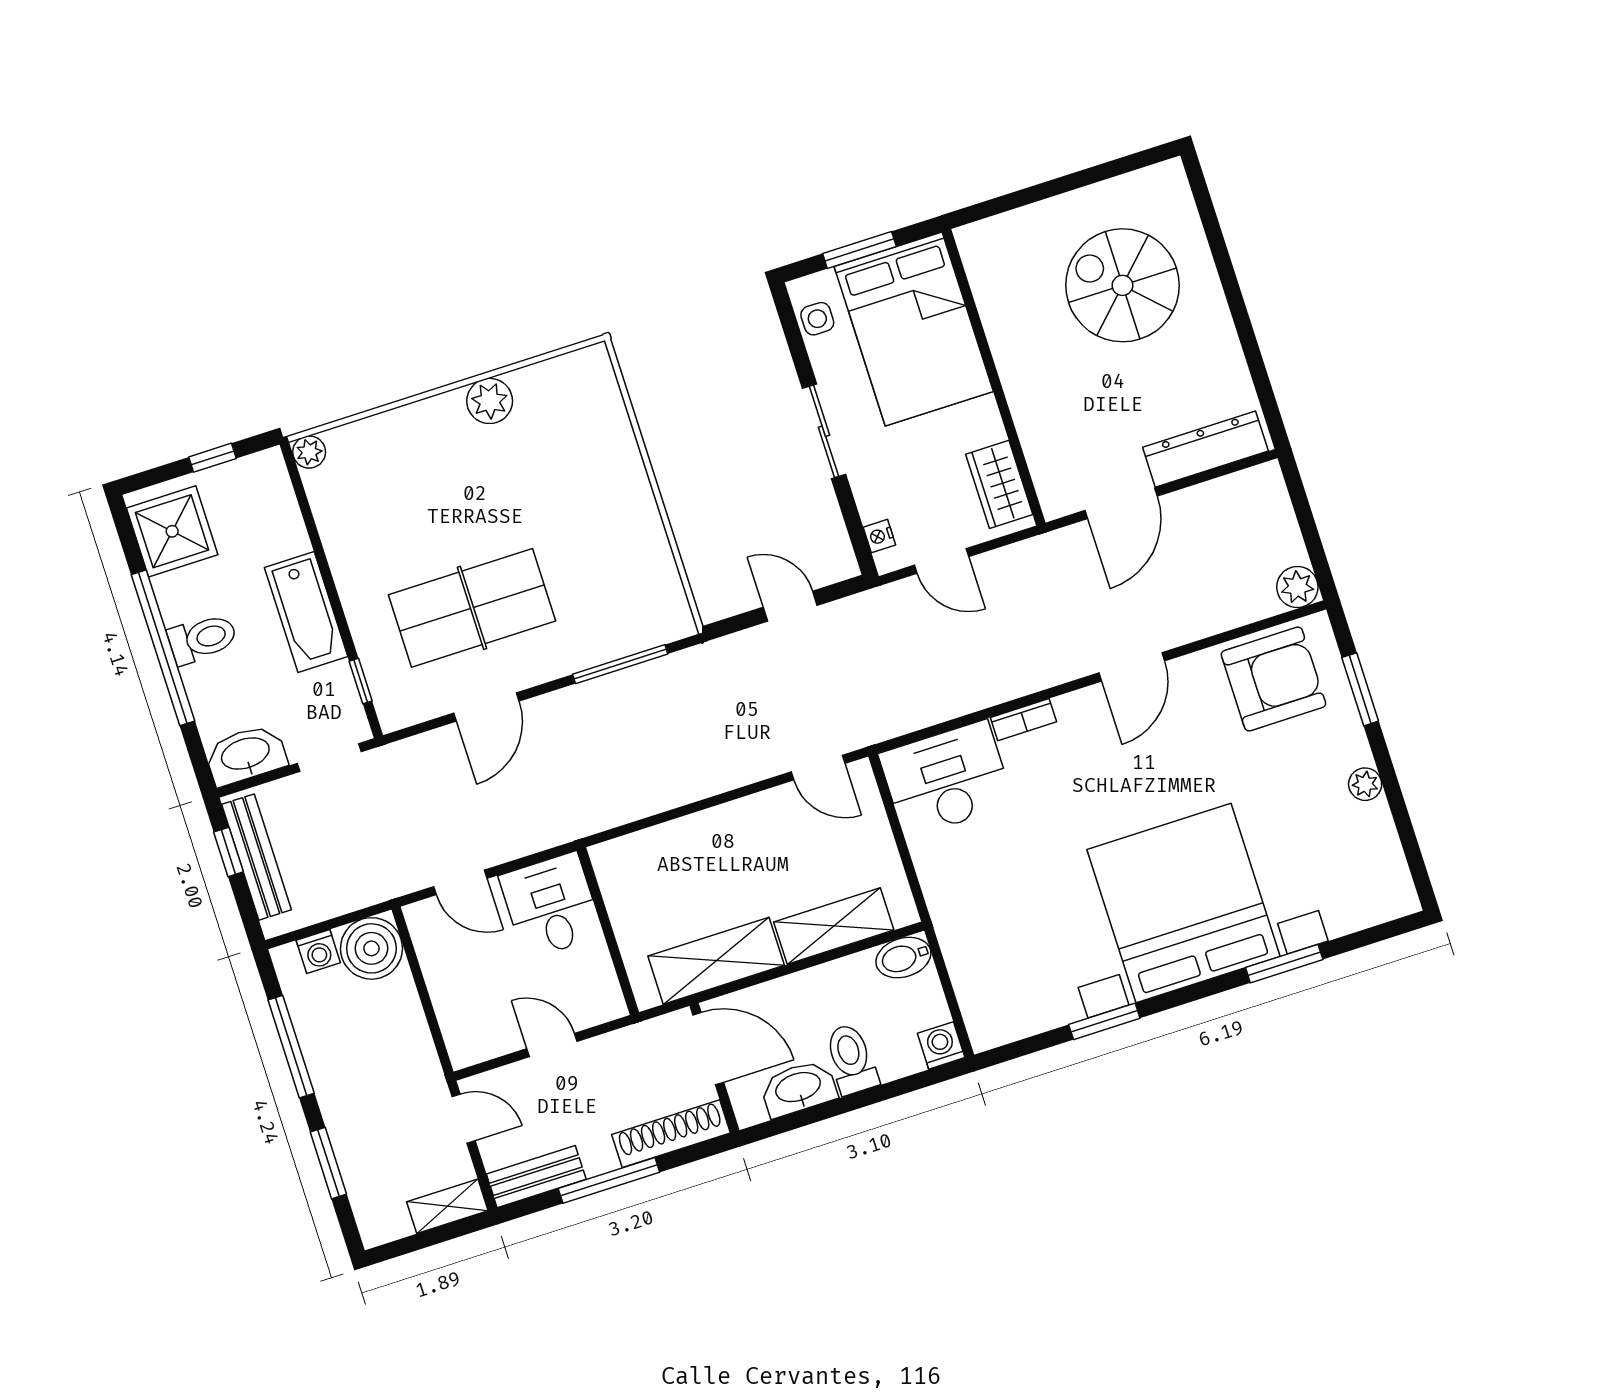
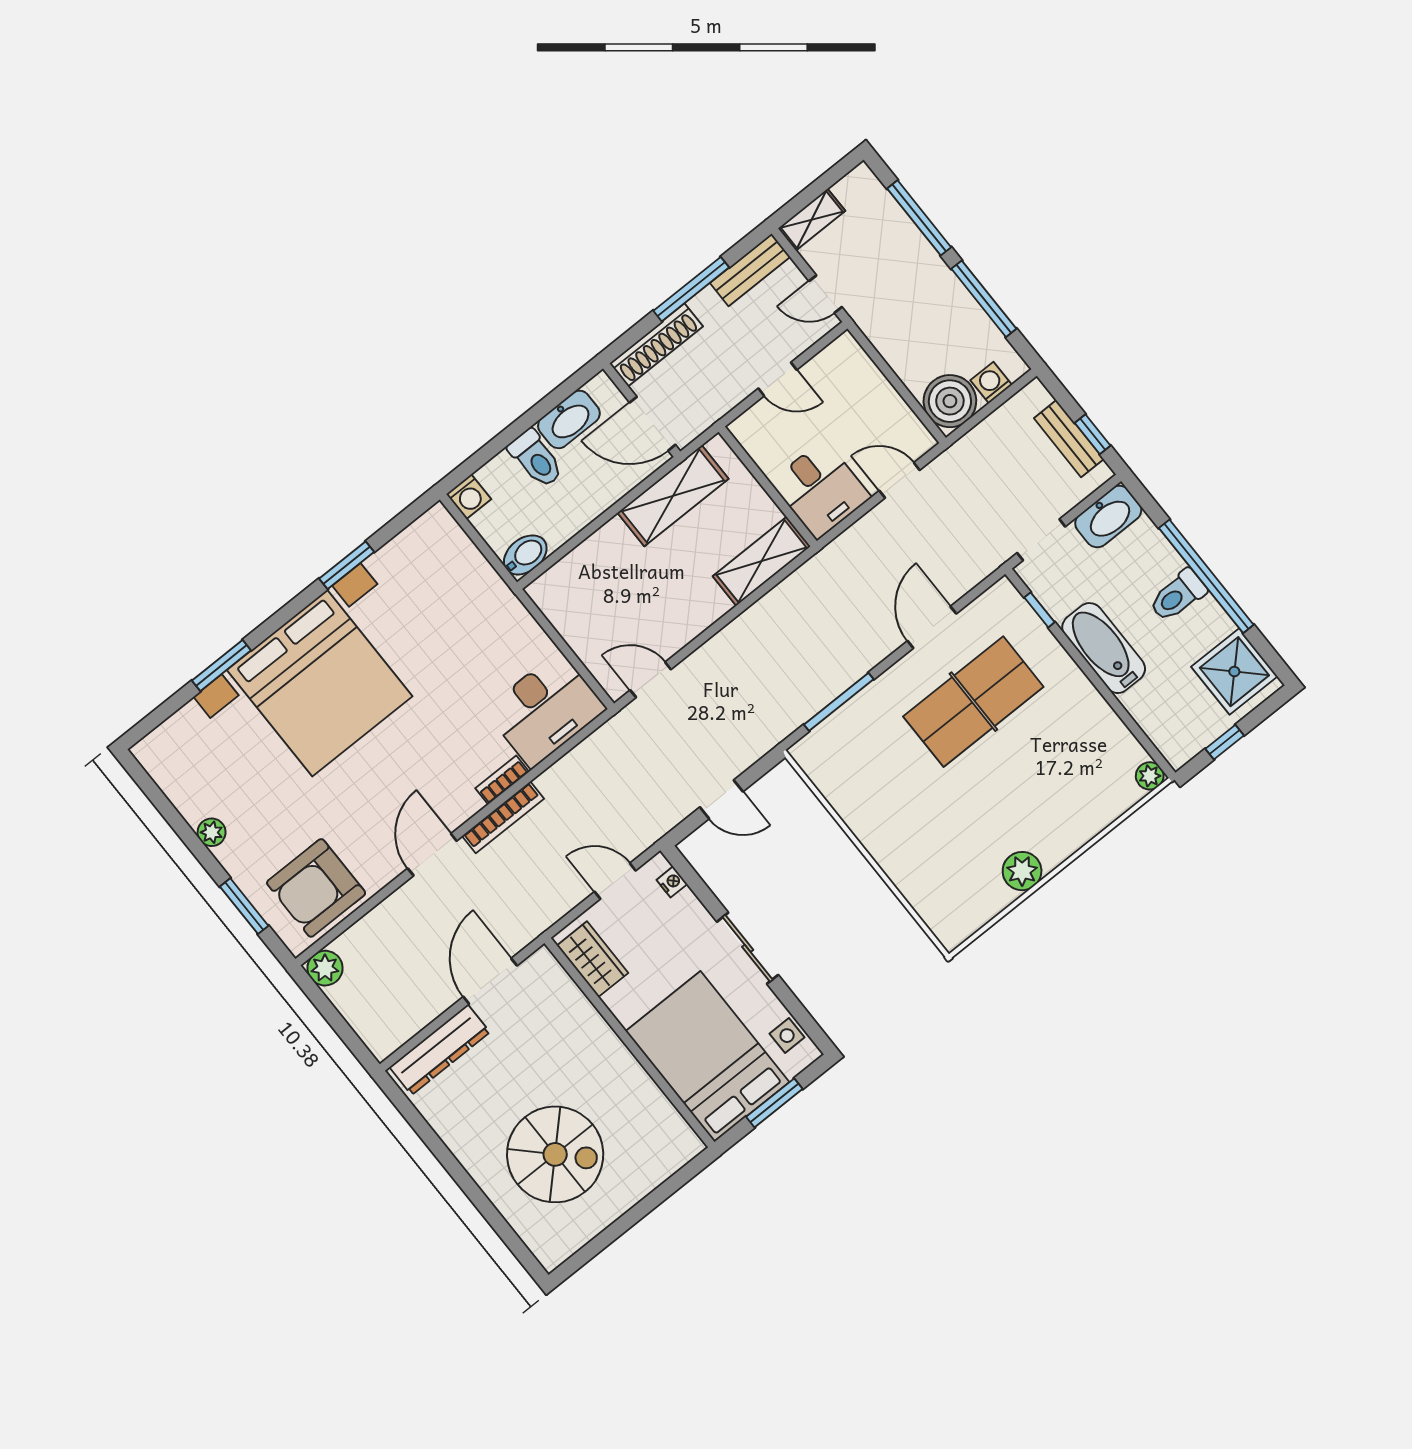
bookcase: (1038, 678) -> (503, 817), added
bench: (256, 857) -> (1069, 439), width x0.73
shelving: (834, 926) -> (762, 561), moved
window: (328, 1163) -> (919, 218), width x1.44

